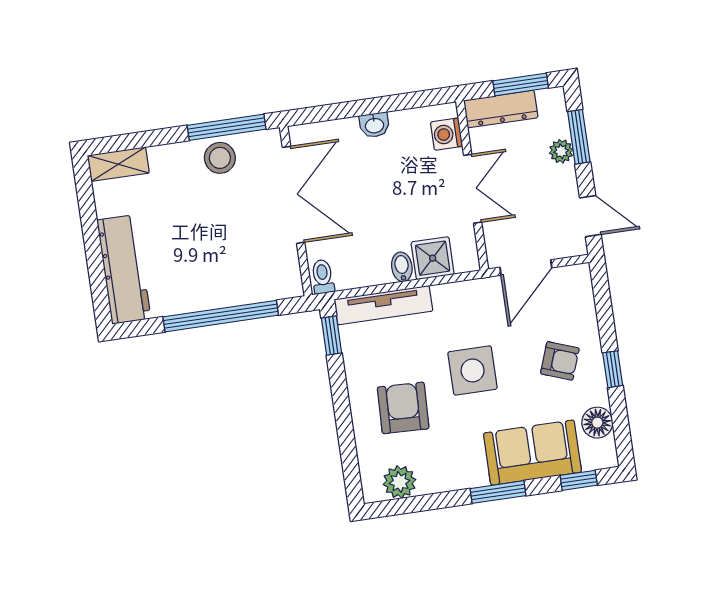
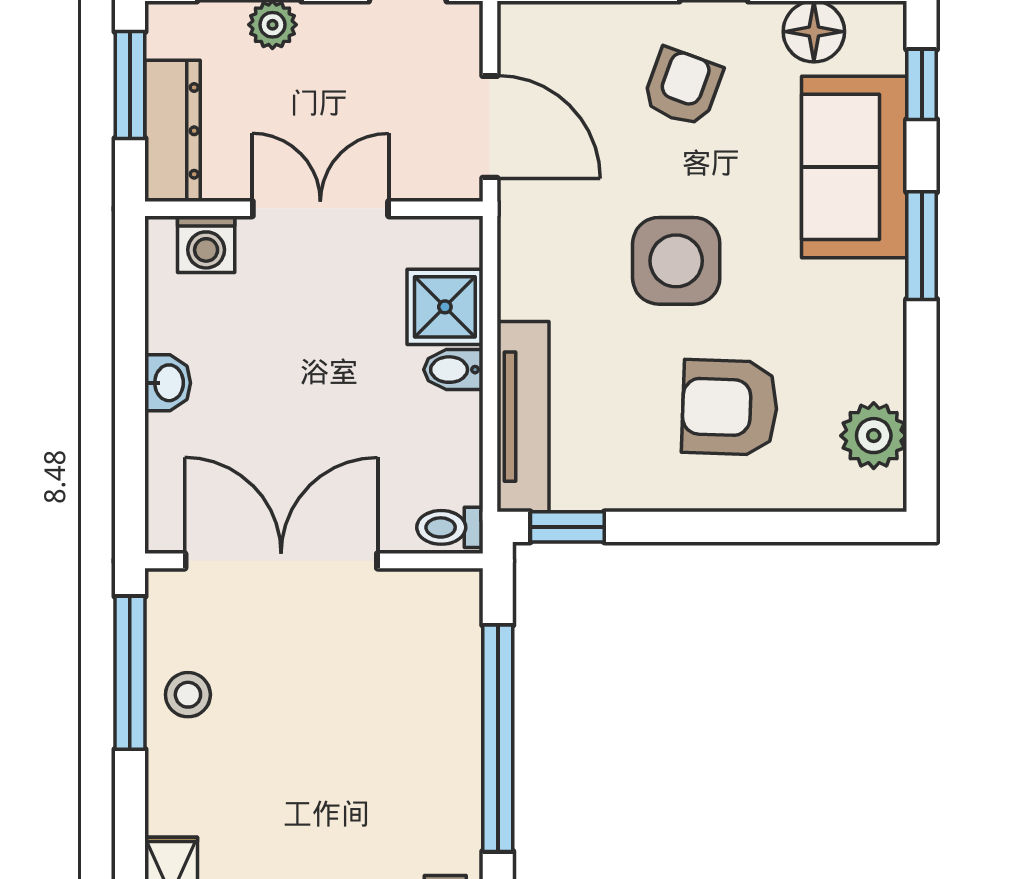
stool: (220, 158) -> (188, 695), width x0.73, depth x0.73

